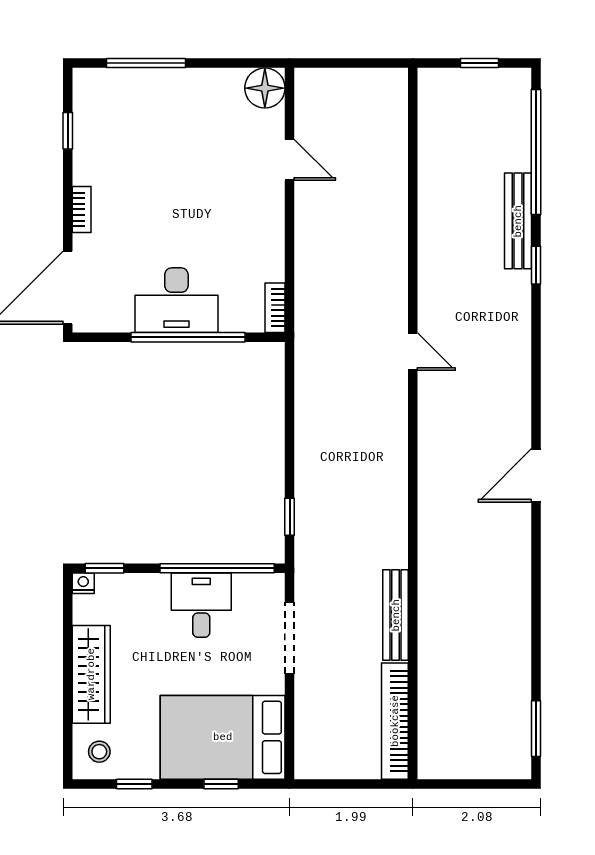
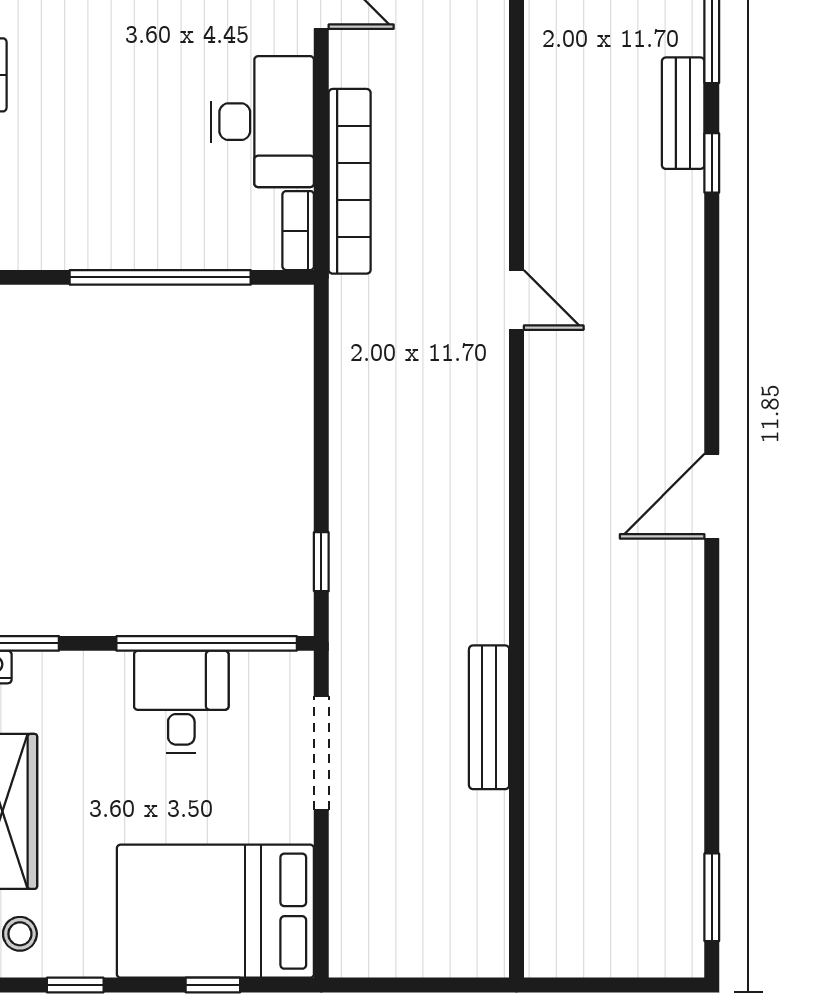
bench: (518, 221) -> (683, 113), width x0.73
desk: (176, 300) -> (263, 122), moved, turned -90
bookcase: (395, 721) -> (350, 181), moved, turned 180

